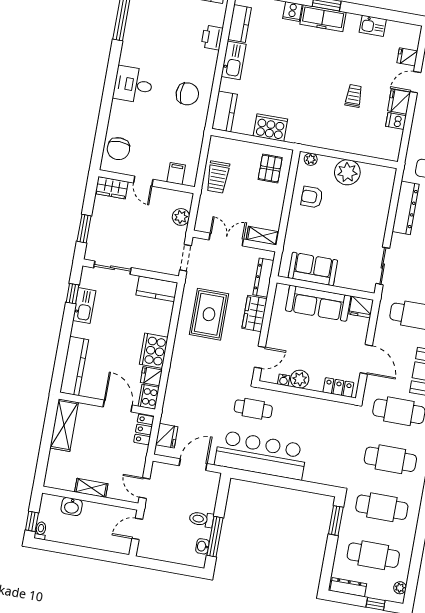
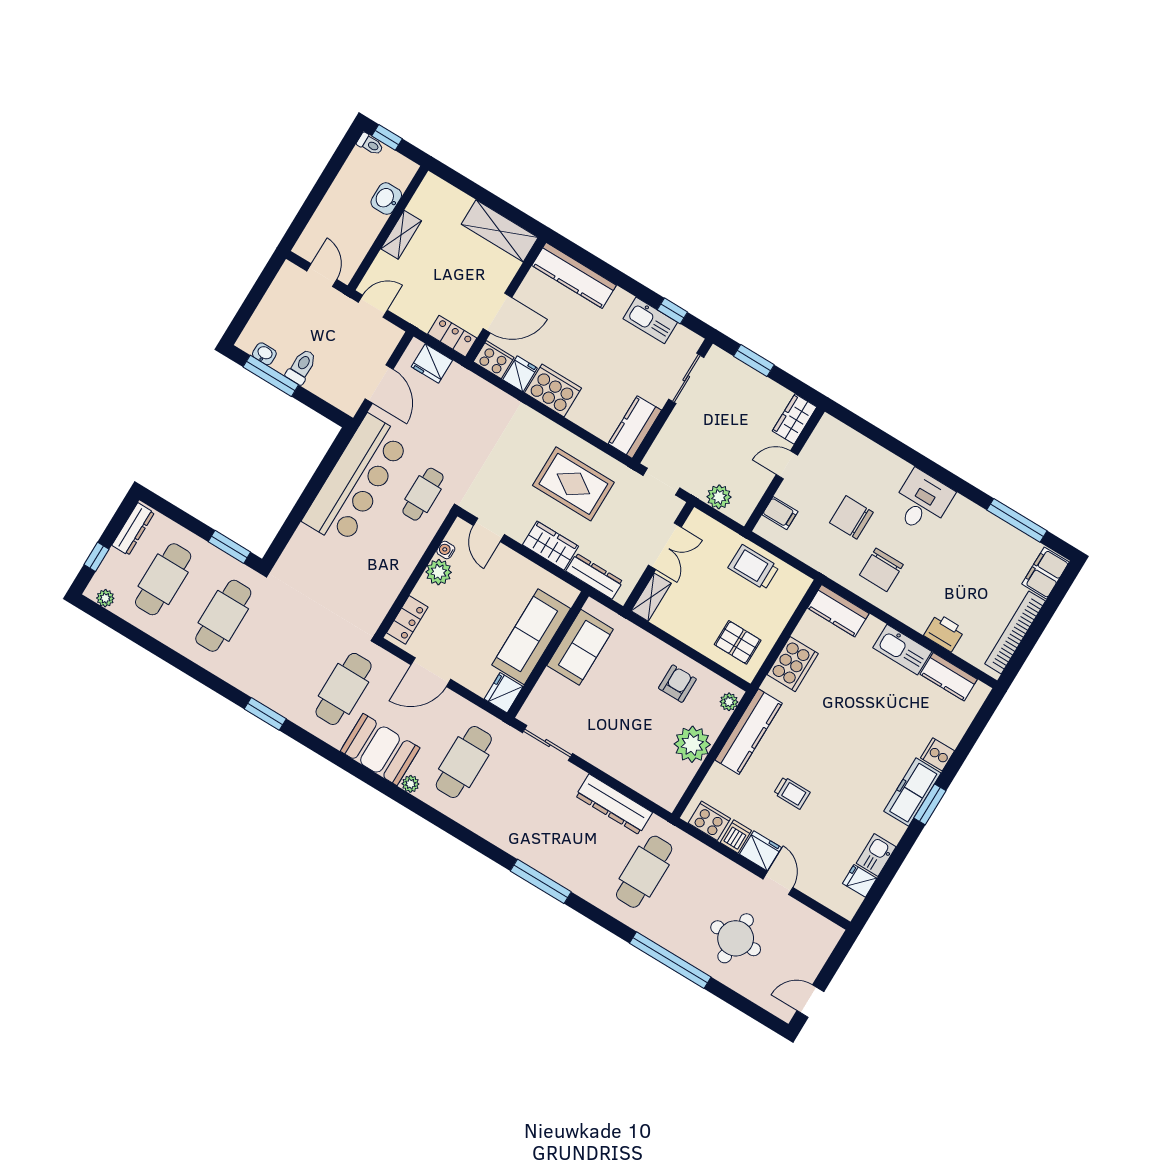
fridge: (407, 57) -> (860, 881), moved, turned -90
kitchen counter: (325, 139) -> (749, 732), added
cooker: (392, 142) -> (709, 821), added
chair: (118, 149) -> (851, 517), moved
cafe table: (390, 459) -> (283, 652), removed

